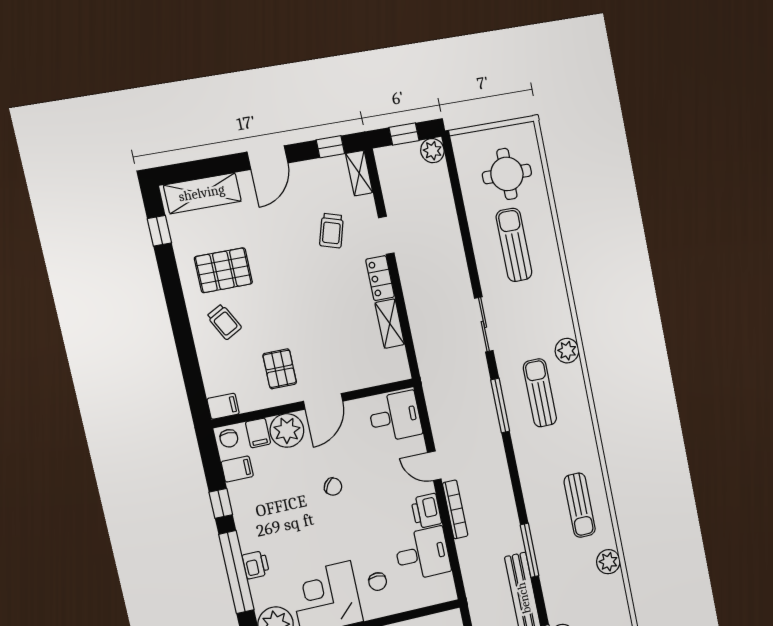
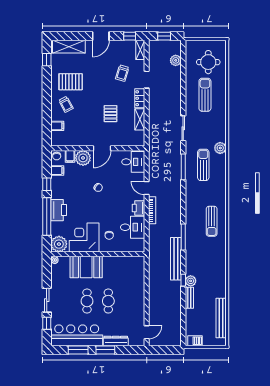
plant: (432, 151) -> (176, 60), moved
pallet: (280, 369) -> (111, 114), moved
filing cabinet: (223, 406) -> (57, 126), moved
plant: (608, 562) -> (220, 251), removed
printer: (256, 565) -> (59, 210), width x1.87, depth x1.48

